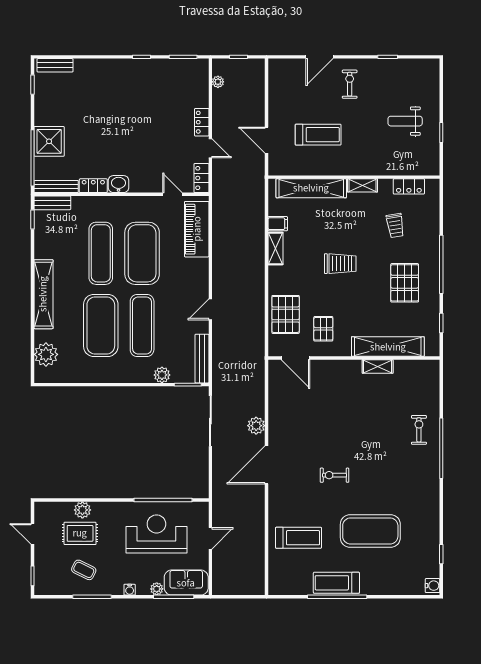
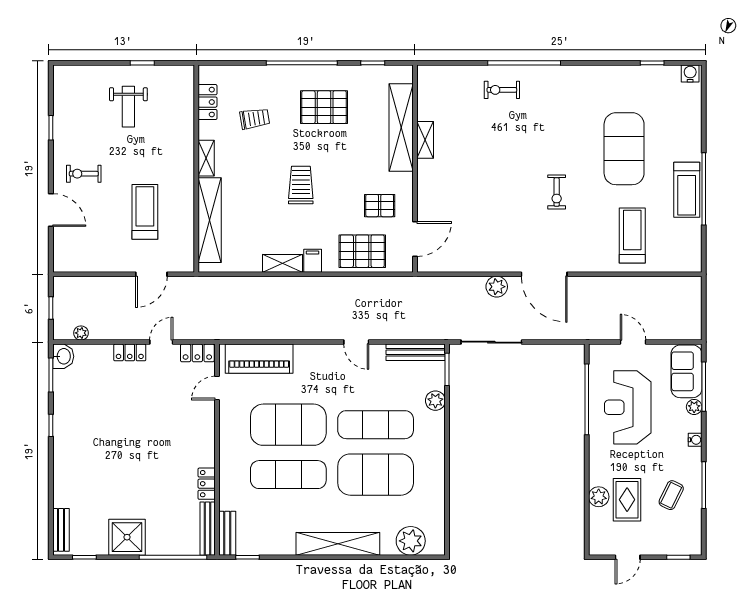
shower: (49, 141) -> (127, 537), moved
washbasin: (118, 184) -> (63, 356), moved, turned 180
filing cabinet: (278, 224) -> (313, 261), moved

